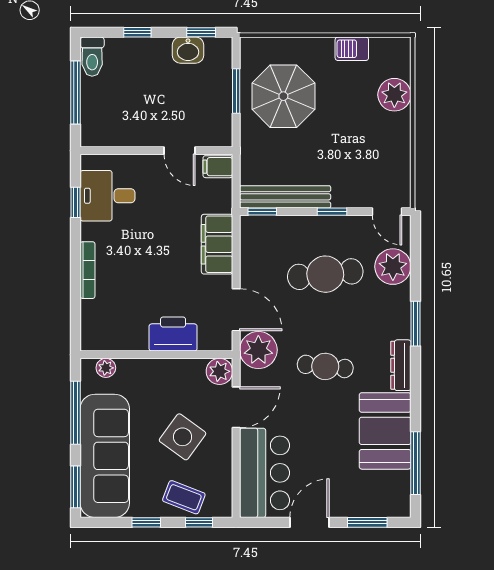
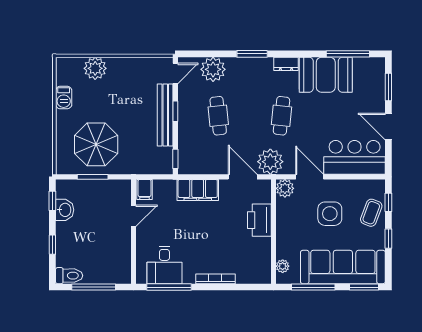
bench: (285, 197) -> (165, 115), moved
window: (76, 202) -> (169, 287), width x2.17
cafe table: (325, 274) -> (218, 116), width x0.73, depth x0.74
door: (236, 310) -> (243, 177), hinge flipped
dresser: (401, 365) -> (286, 64), width x0.70
side table: (183, 437) -> (330, 214), turned -36

